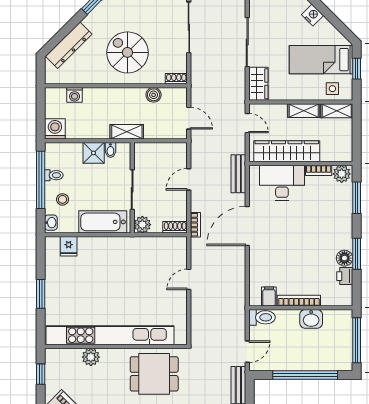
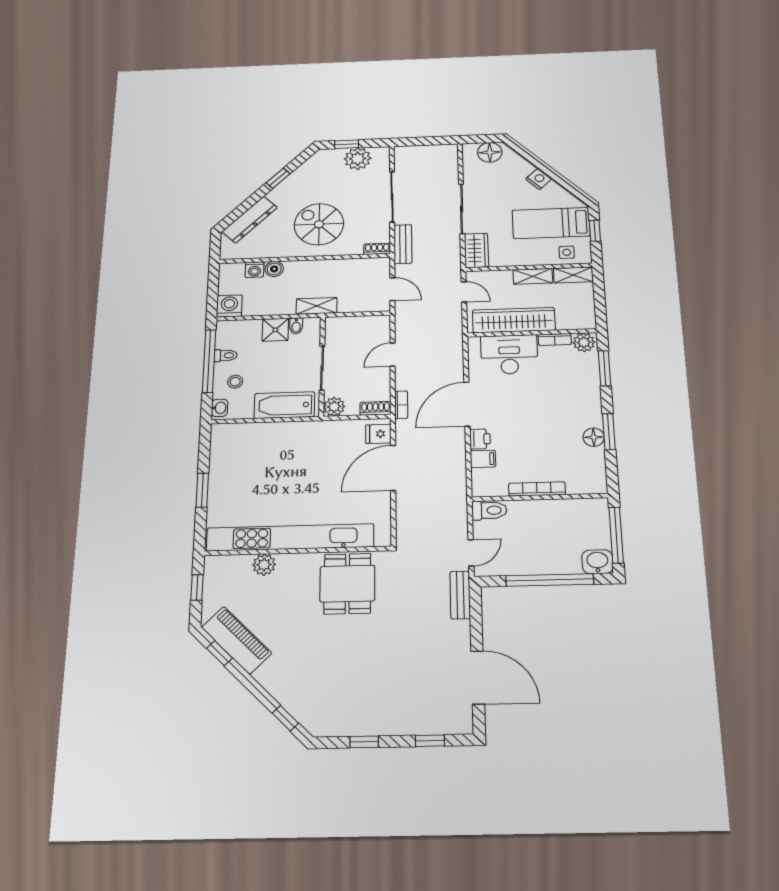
boiler: (154, 95) -> (274, 269), moved
bench: (238, 174) -> (403, 244), moved
fridge: (69, 246) -> (378, 434), moved, turned 90
printer: (345, 276) -> (480, 439), moved, turned 180
door: (189, 279) -> (393, 468), width x1.88
filing cabinet: (269, 296) -> (483, 459), moved, turned 90
washbasin: (311, 319) -> (597, 562), moved, turned 180
dining table: (154, 374) -> (347, 584), turned 90

